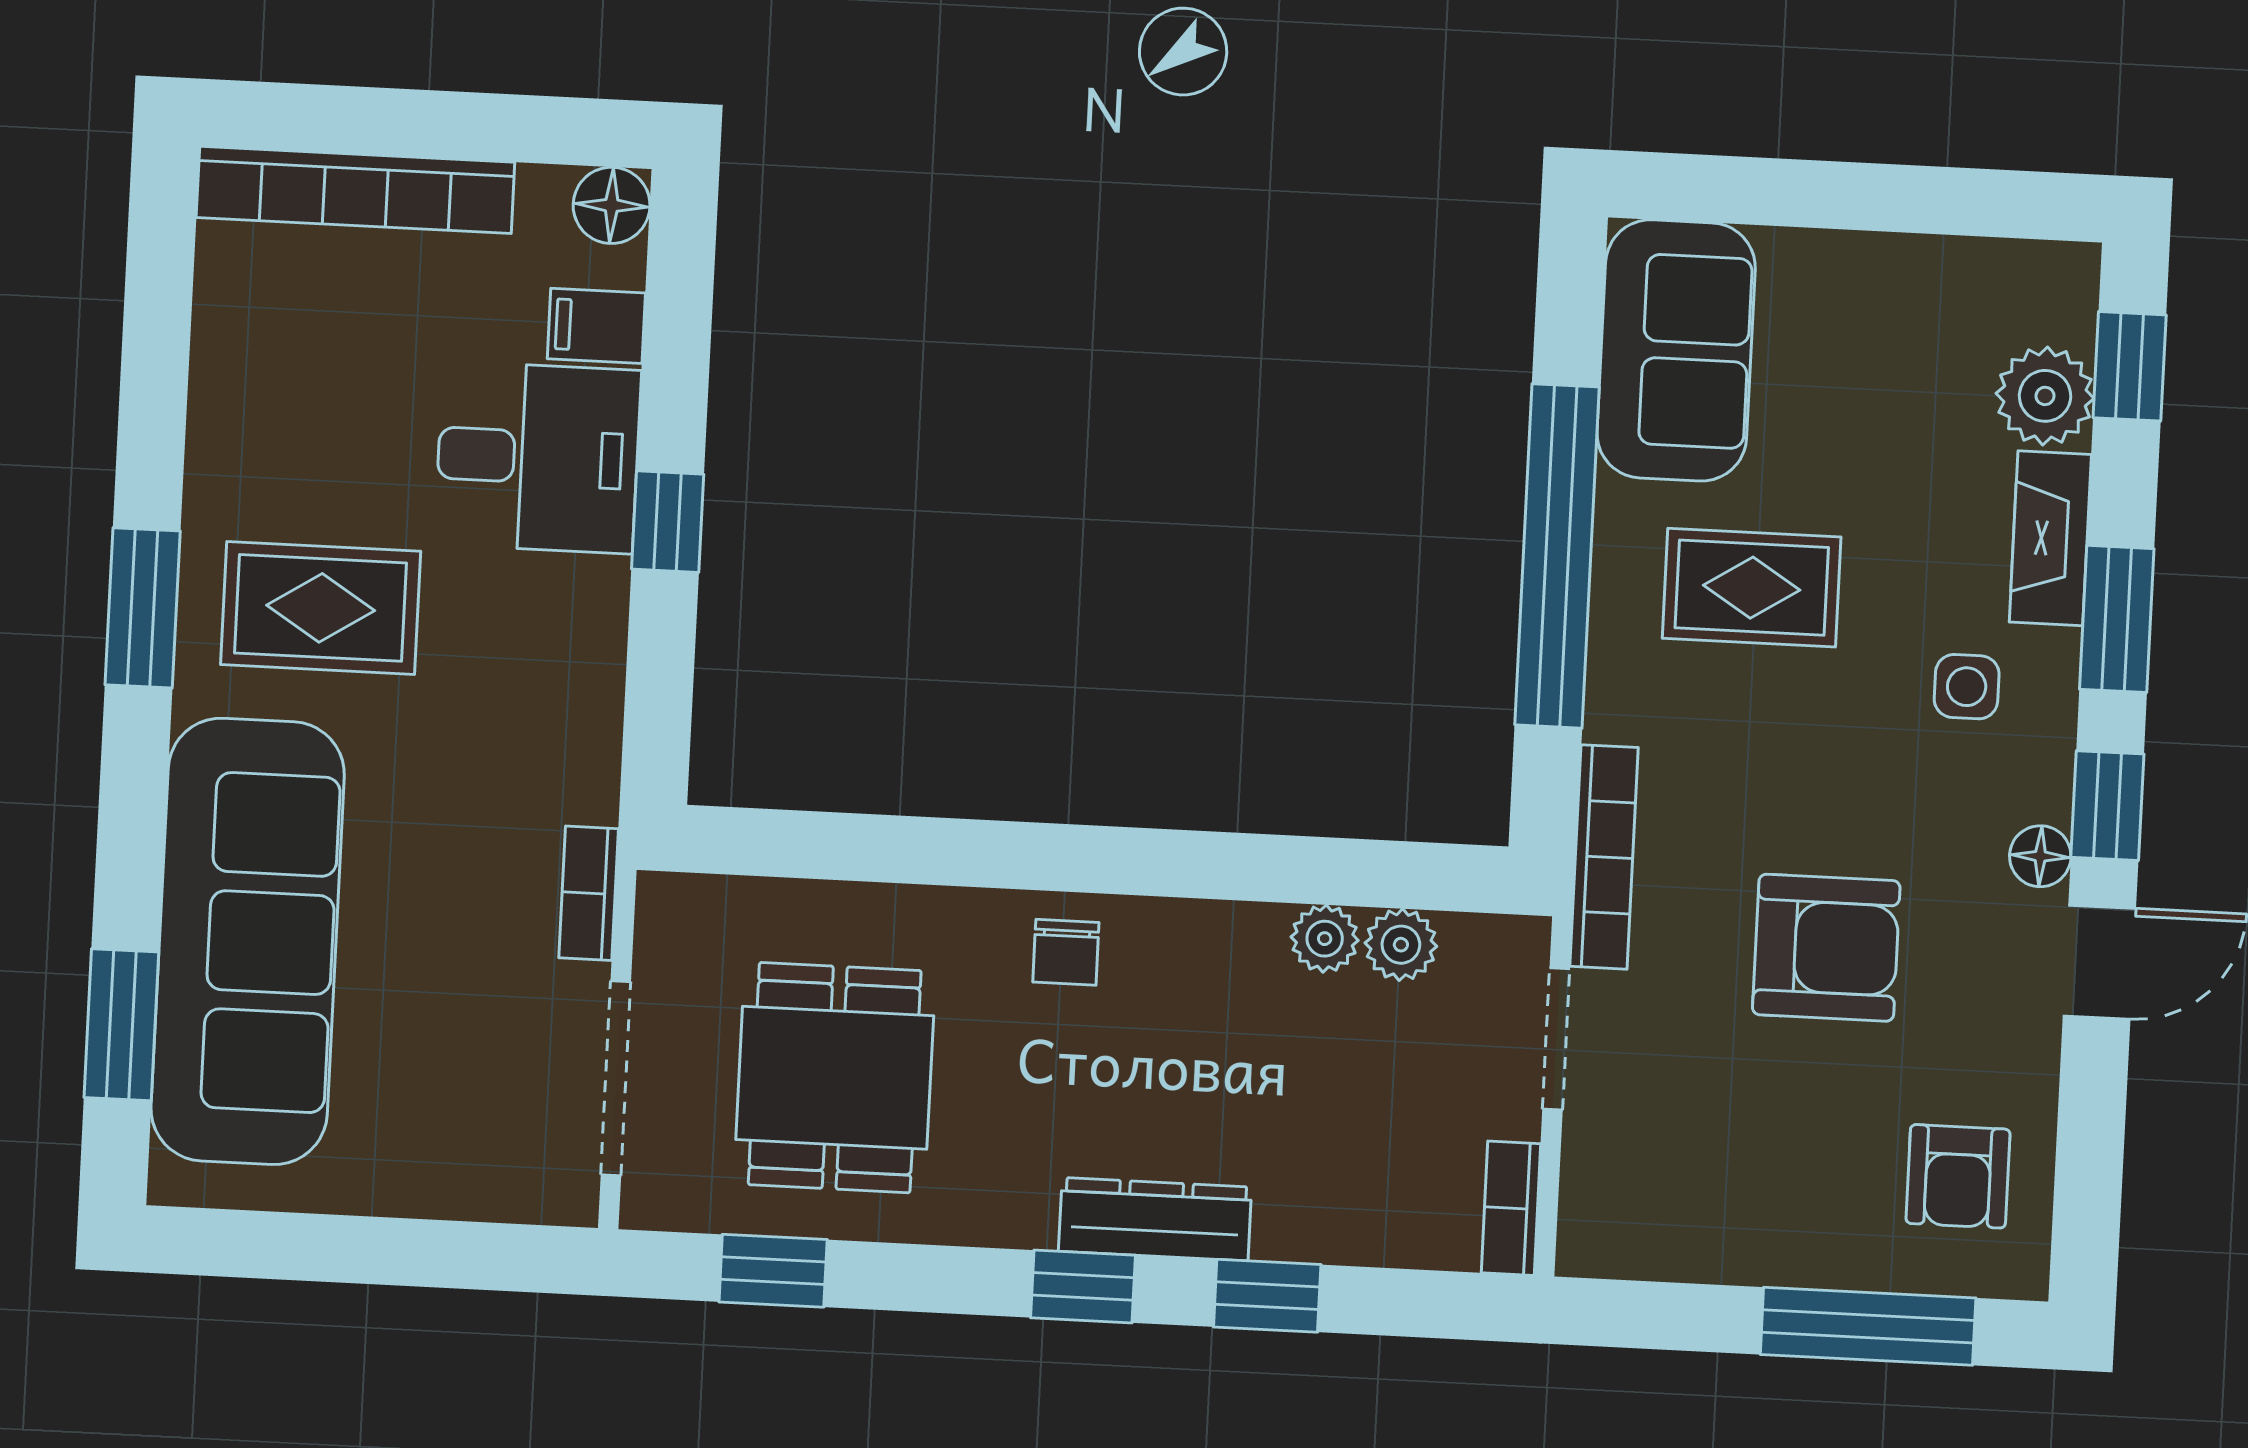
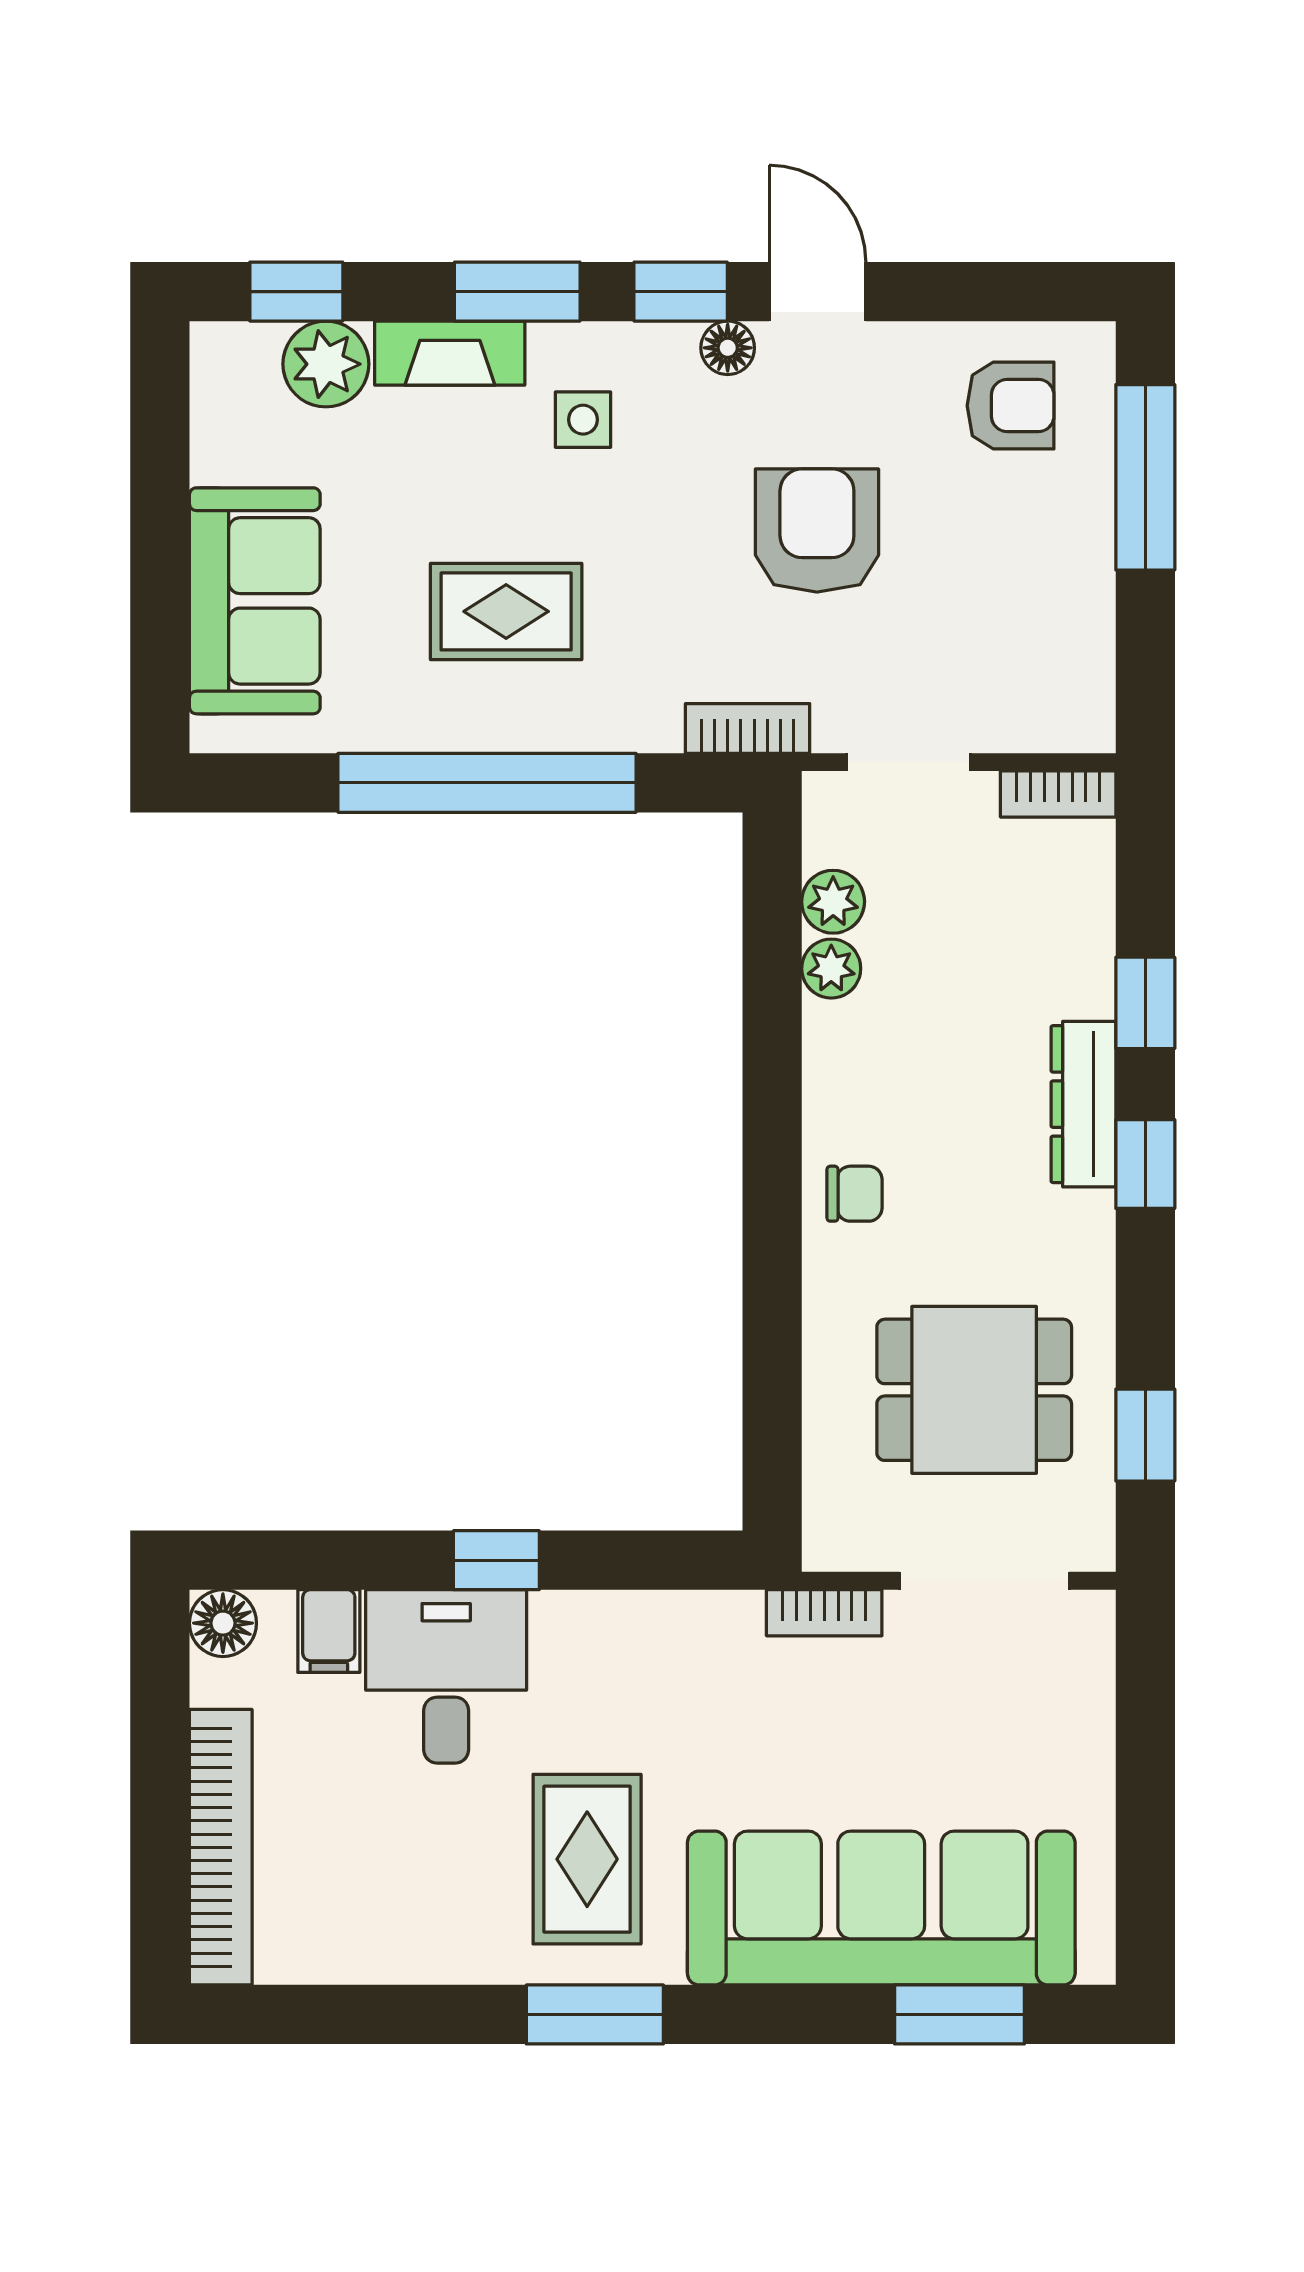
sofa: (1676, 350) -> (255, 601), moved, turned 90
rug: (1752, 588) -> (506, 611), turned 90
bookcase: (1604, 857) -> (748, 728), width x0.64

